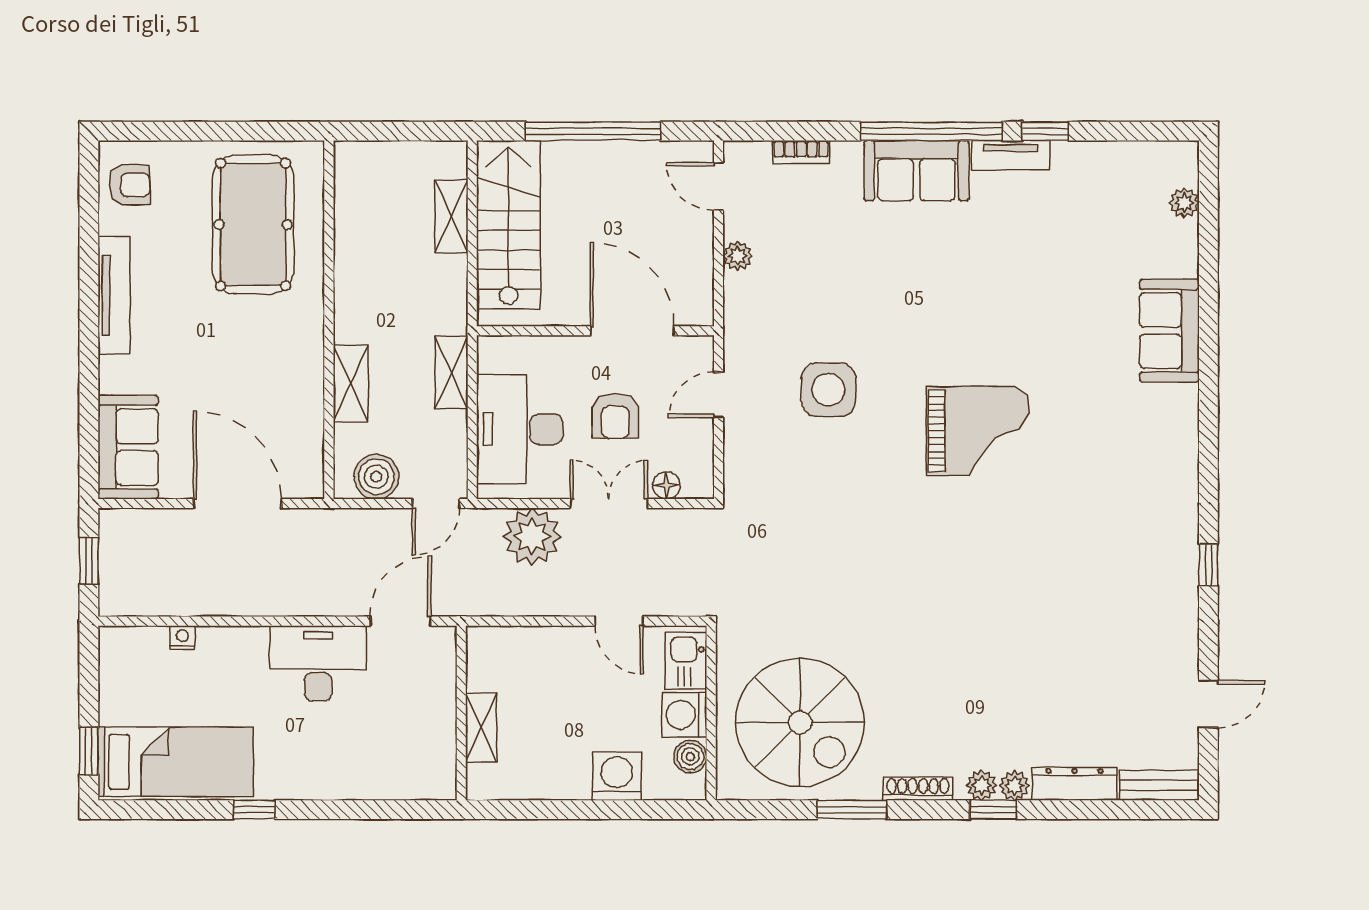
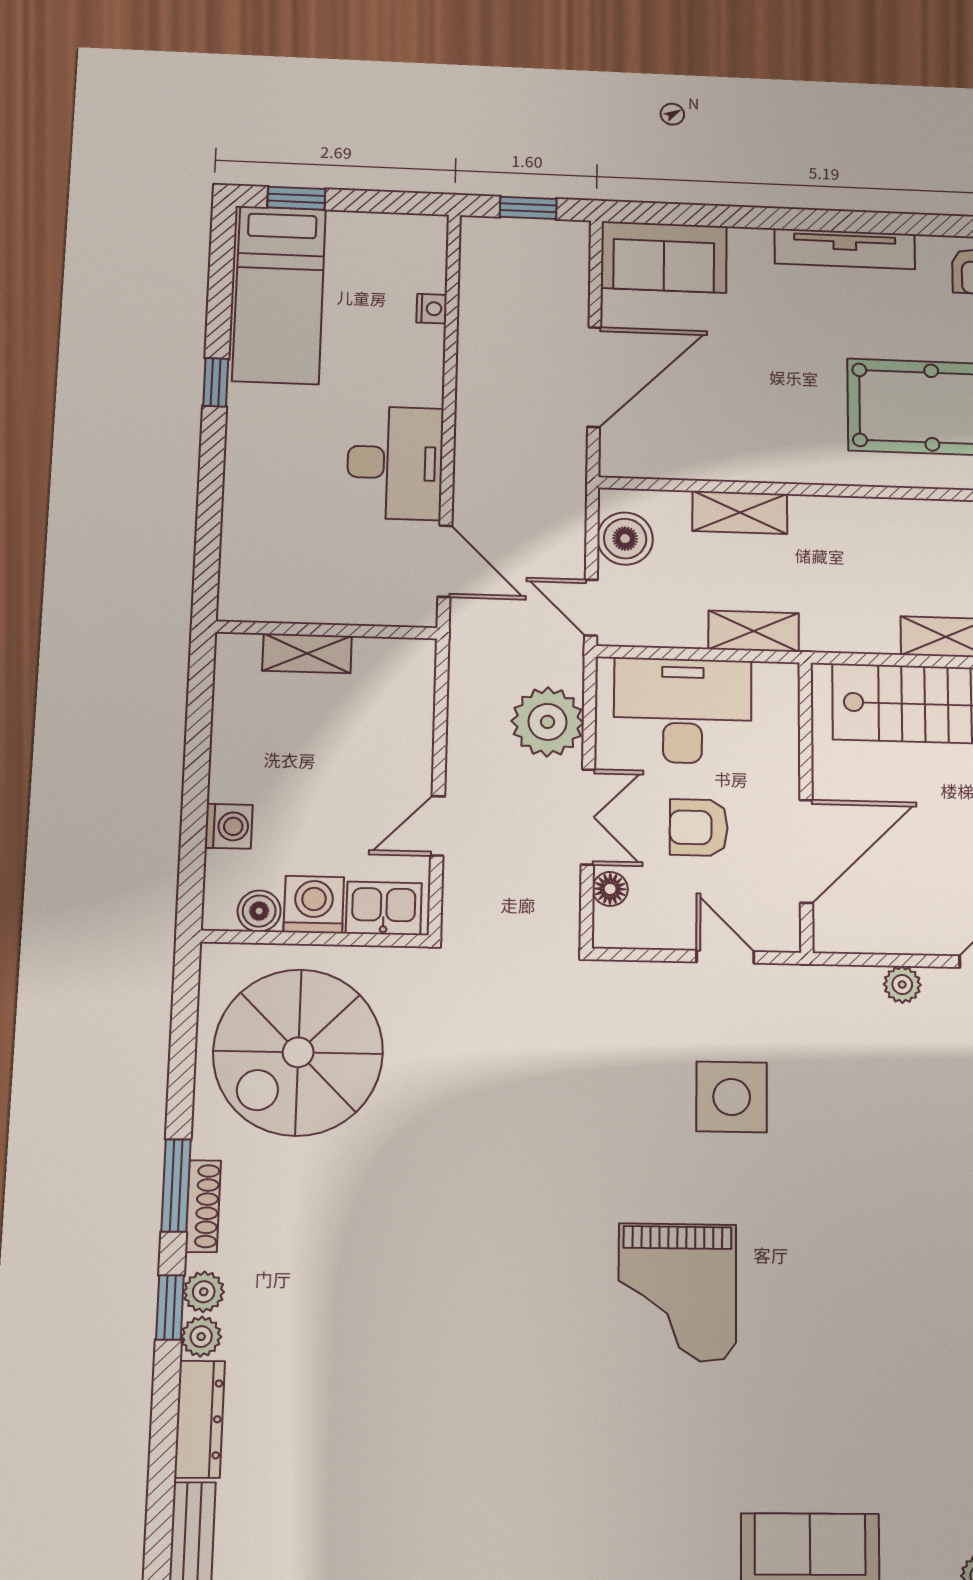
washing machine: (617, 776) -> (229, 826), width x0.73, depth x0.73
window: (852, 810) -> (176, 1185), moved

